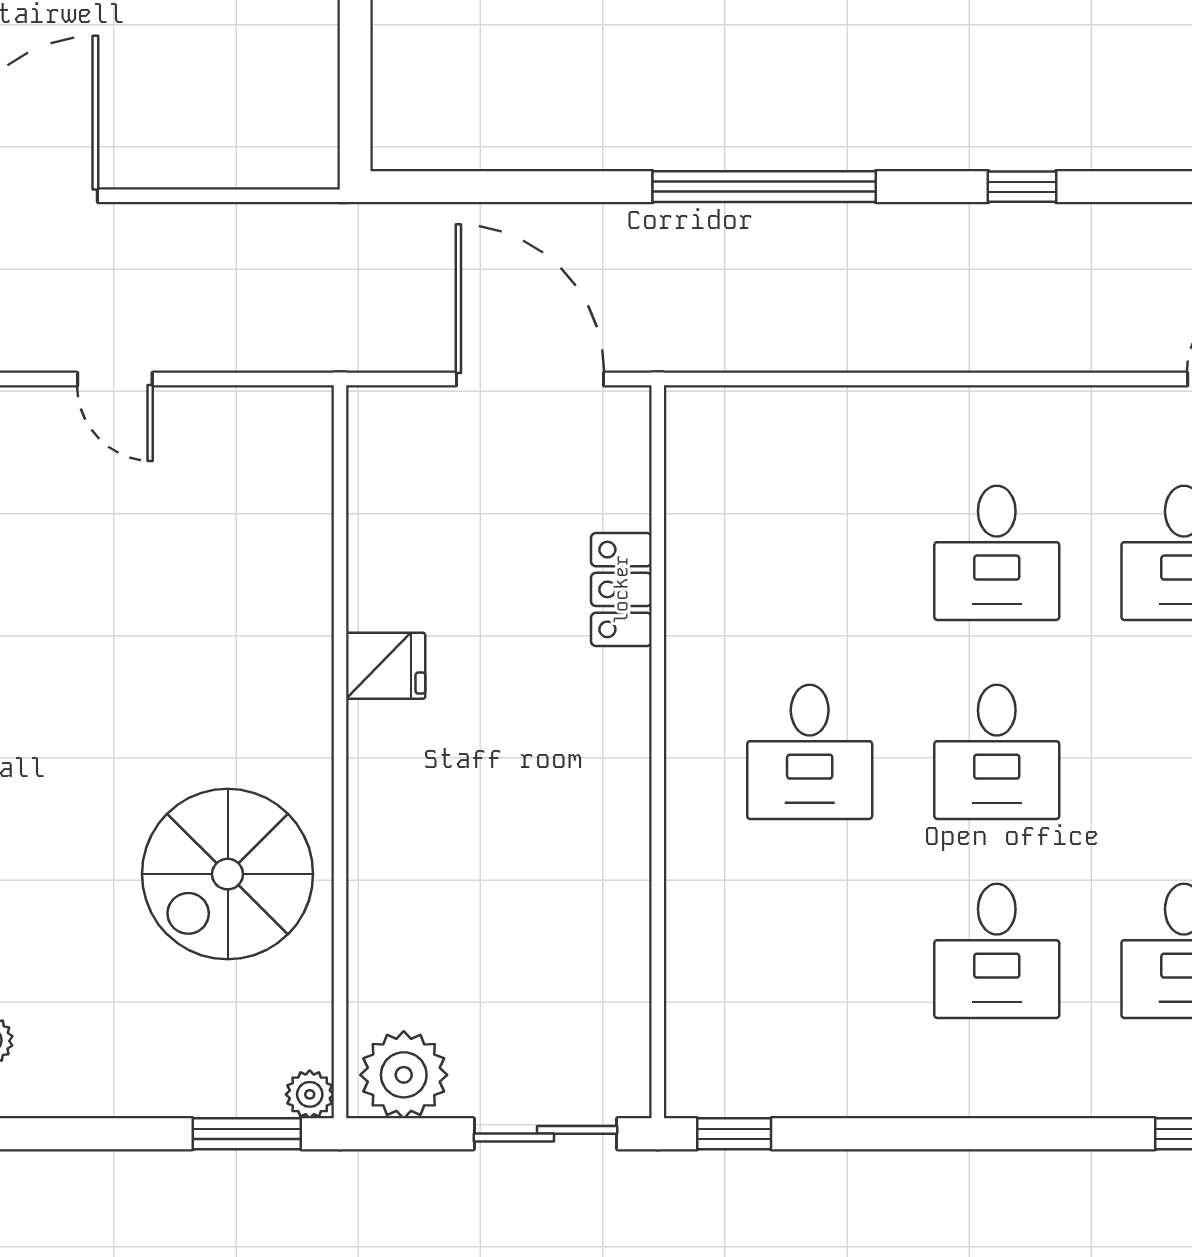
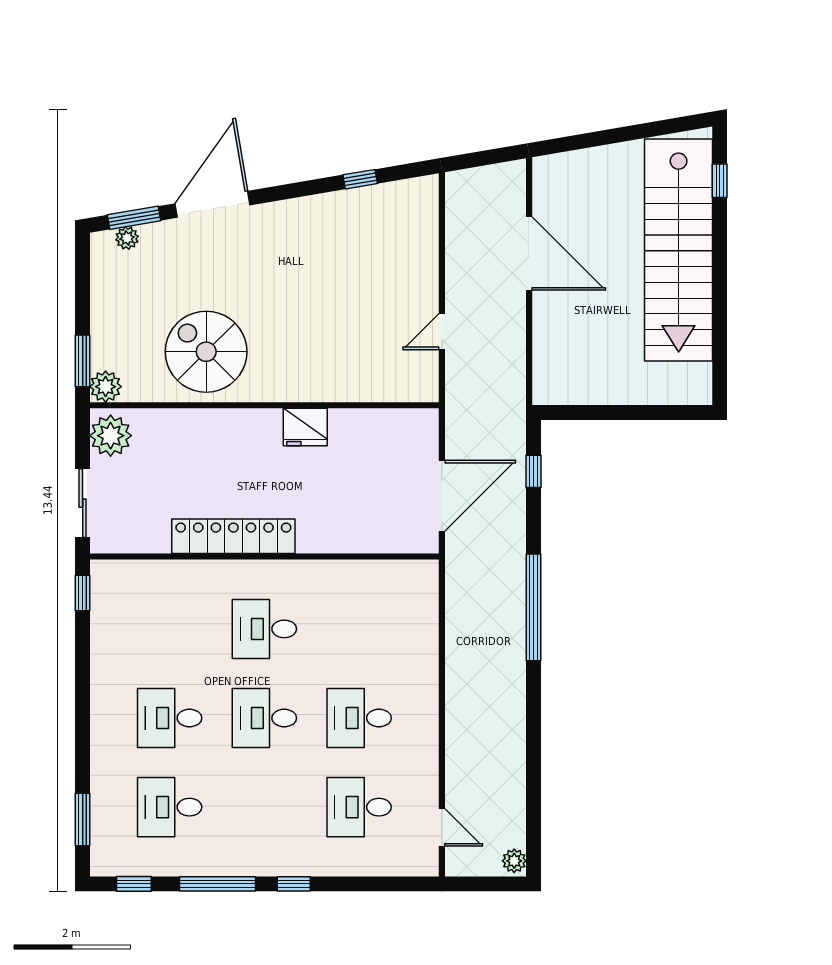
window: (1022, 187) -> (534, 471), moved
door: (115, 379) -> (442, 332), moved
locker: (621, 589) -> (233, 536), moved, width x2.16, depth x1.21
fridge: (386, 666) -> (305, 427), width x1.38
plant: (310, 1094) -> (106, 387), width x1.38, depth x1.38

